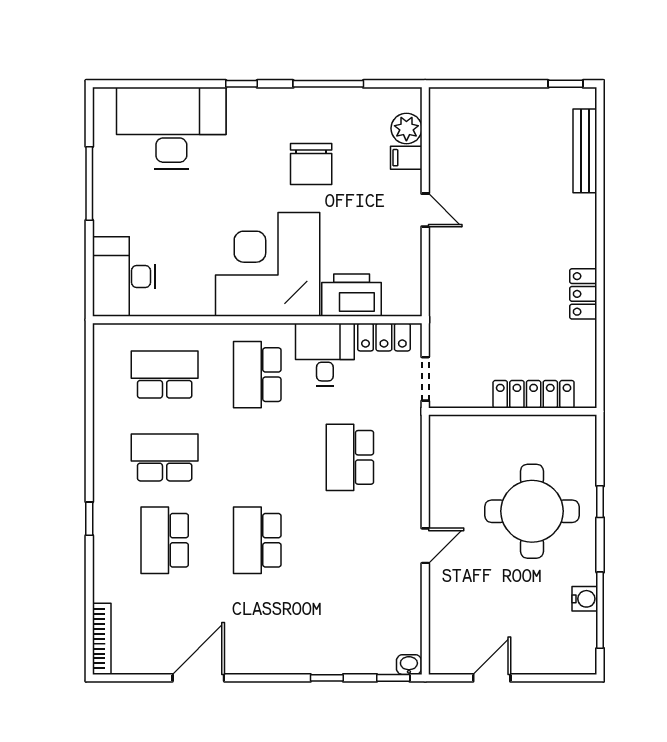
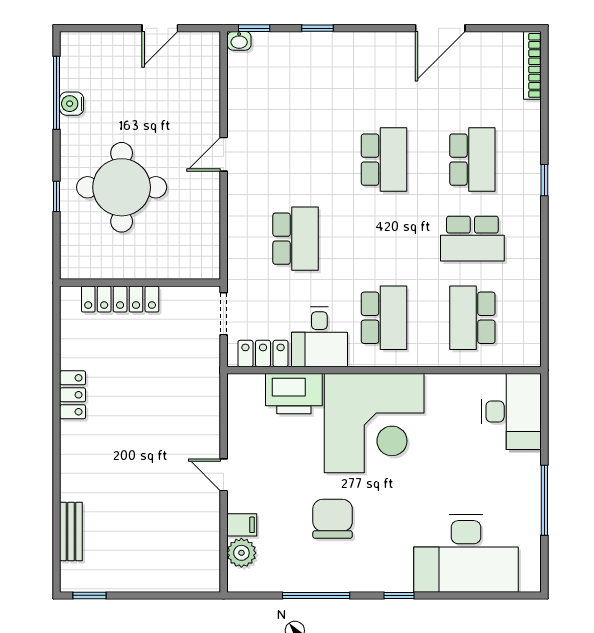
bench: (585, 151) -> (71, 531), width x0.73
school desk: (165, 375) -> (472, 318), turned 90

